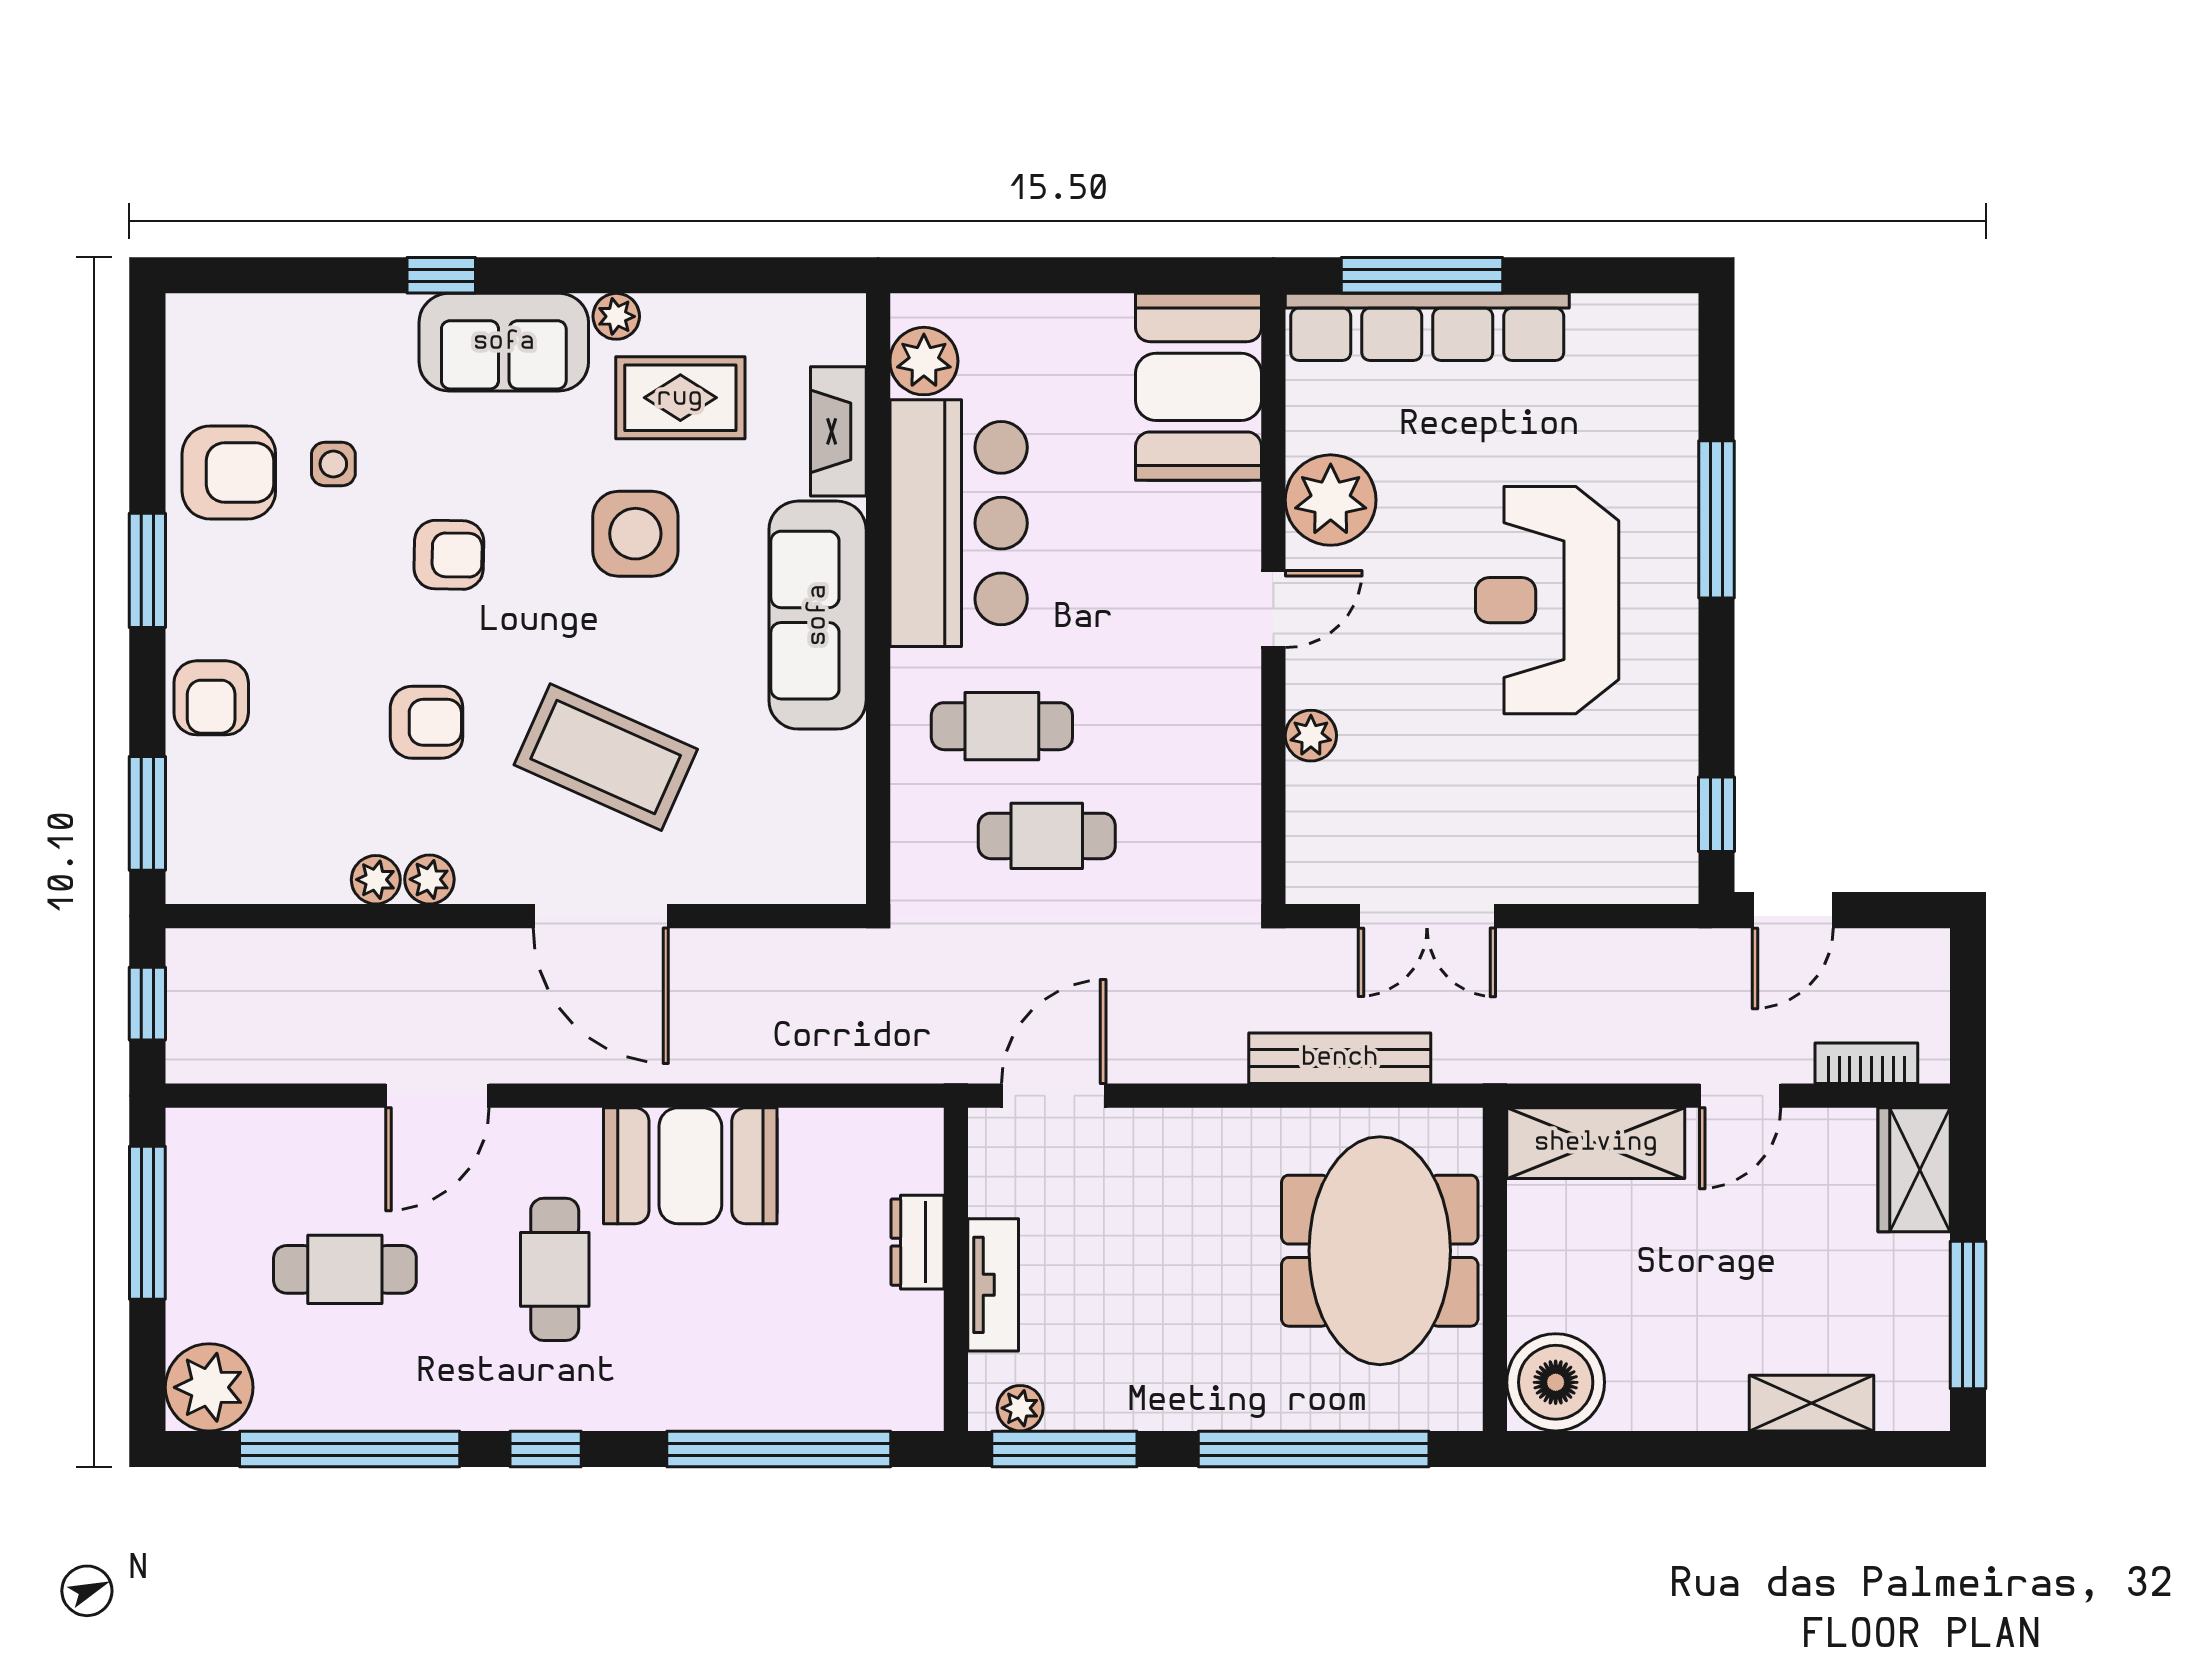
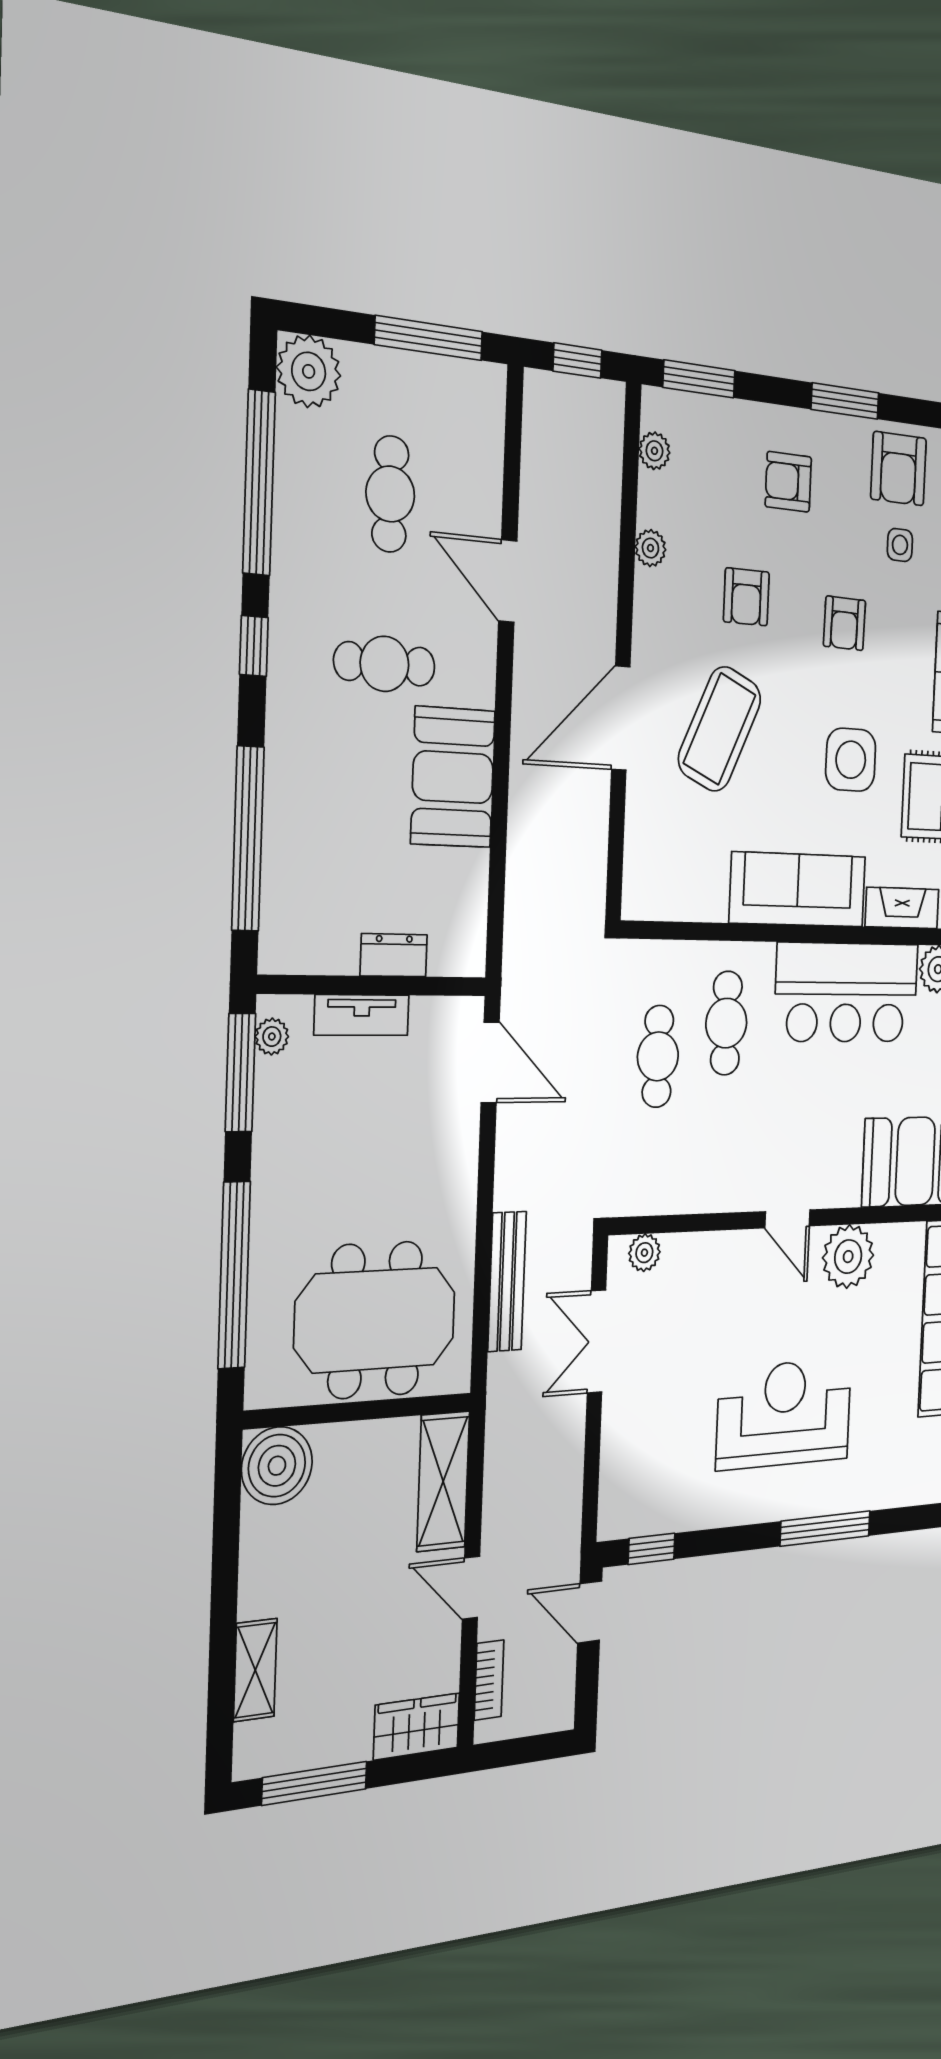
armchair: (211, 698) -> (788, 482), moved
plant: (1311, 736) -> (644, 1253), moved
plant: (429, 879) -> (654, 451), moved

